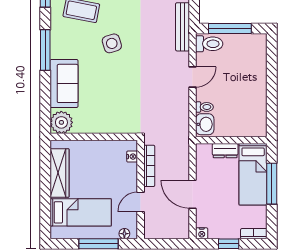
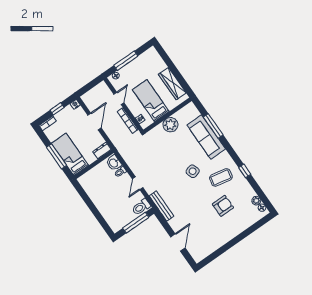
window: (45, 50) -> (213, 126), moved
sofa: (64, 83) -> (206, 137), width x1.36
plant: (61, 122) -> (170, 125), moved
dresser: (225, 151) -> (102, 151), moved
door: (192, 194) -> (94, 122), hinge flipped
bed: (81, 212) -> (151, 101), moved, turned 90

